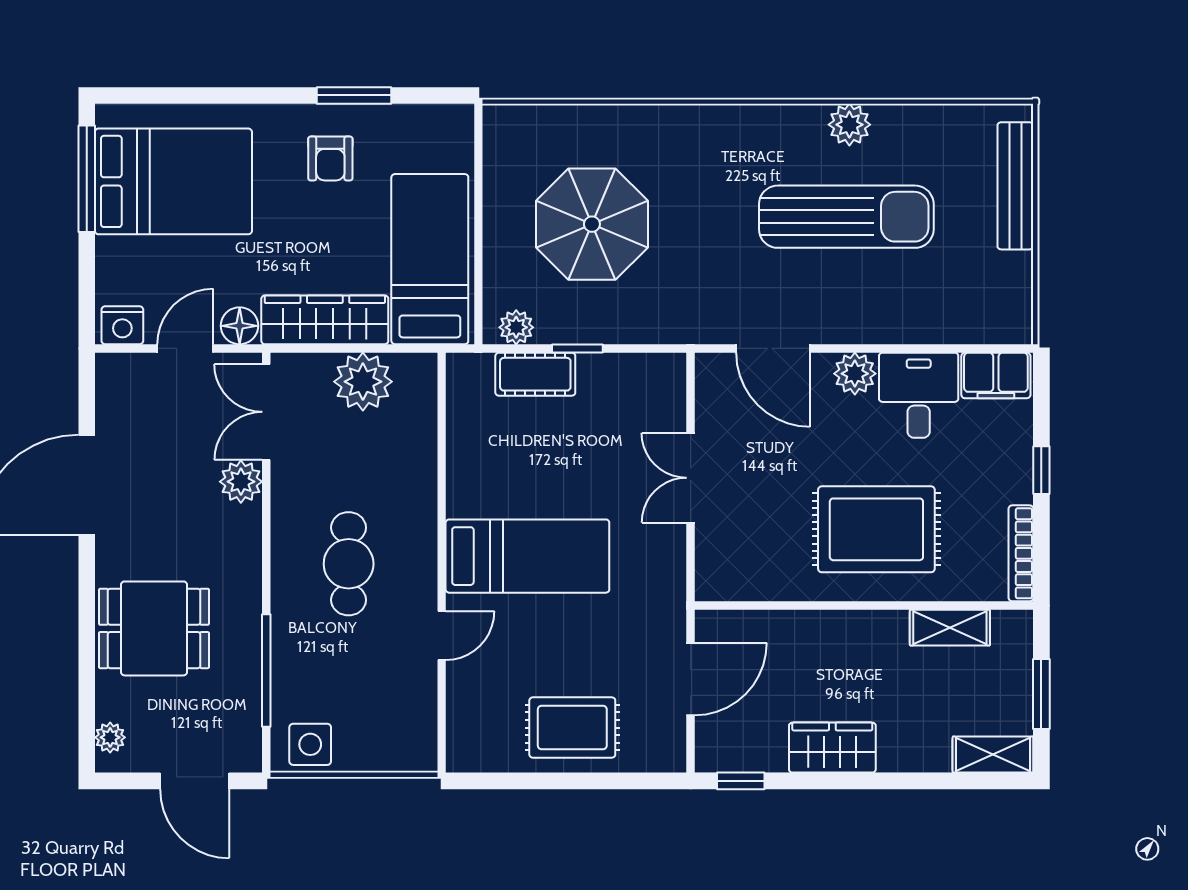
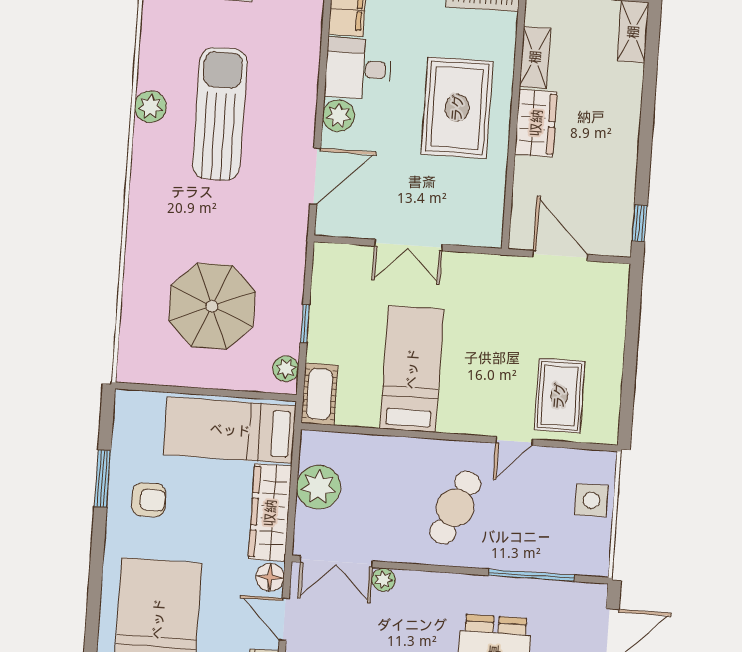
cot: (535, 374) -> (319, 394), moved
plant: (241, 482) -> (384, 580), width x0.73, depth x0.73
bed: (527, 556) -> (412, 369), moved
cafe table: (349, 564) -> (455, 508), turned -67
door: (442, 636) -> (514, 441), swing flipped
rug: (572, 728) -> (559, 396), moved
side table: (310, 744) -> (591, 500), moved
wardrobe: (832, 748) -> (536, 123), moved, turned 180

